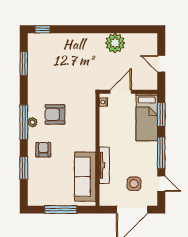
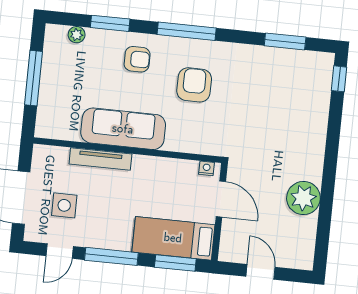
door: (161, 64) -> (260, 272), hinge flipped
plant: (32, 122) -> (77, 35), moved
sofa: (85, 177) -> (123, 129), moved

